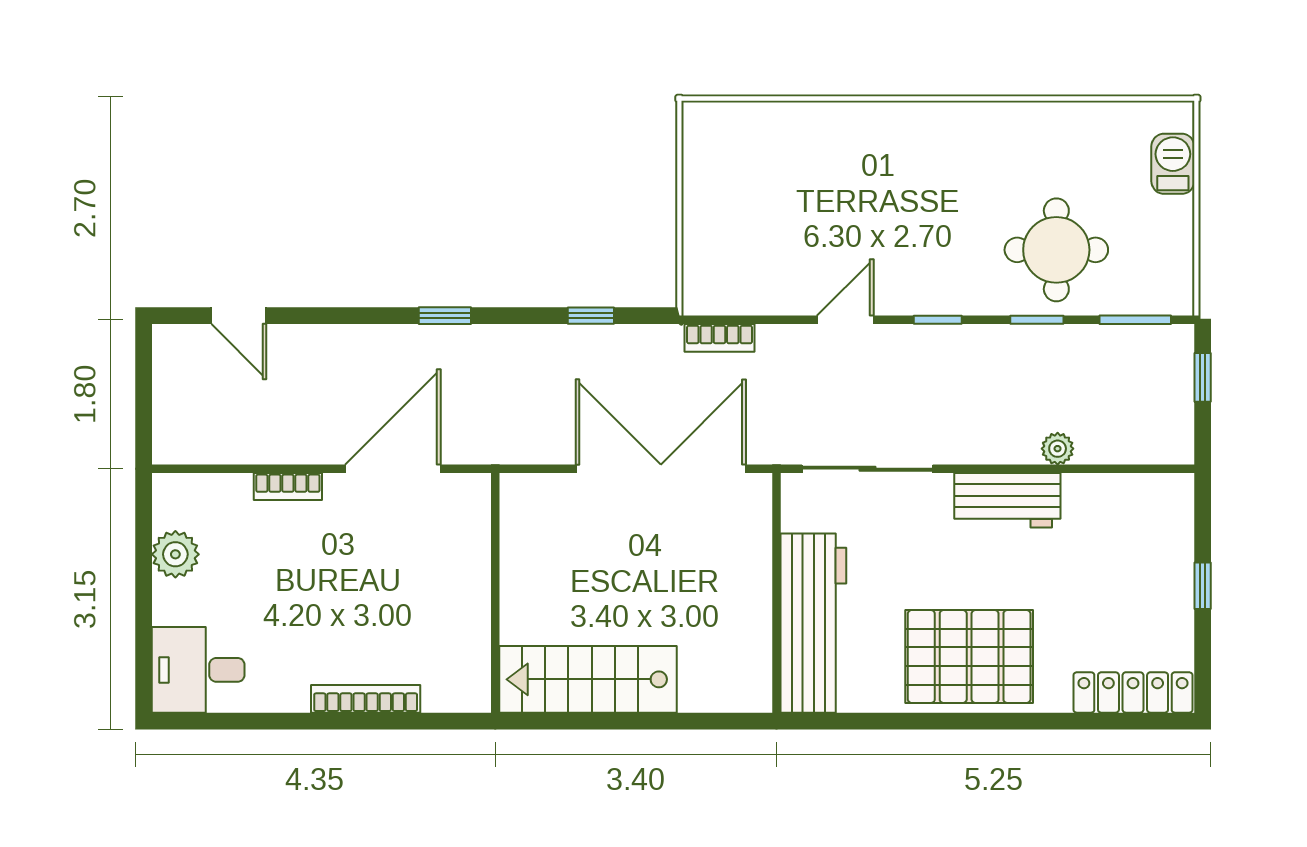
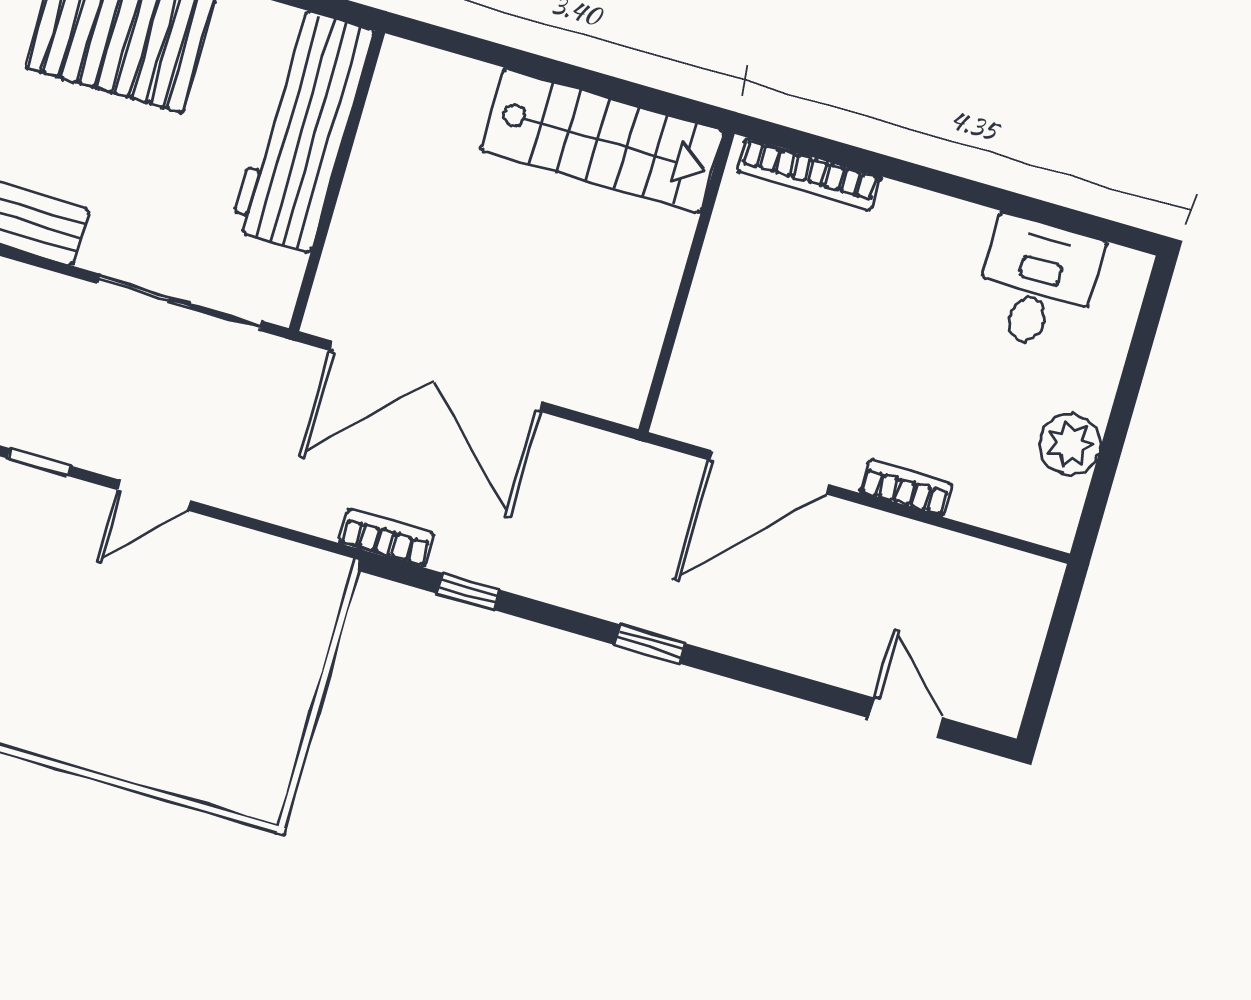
bookcase: (719, 338) -> (387, 538), moved
desk: (198, 670) -> (1037, 284), moved, turned -90
bookcase: (366, 699) -> (809, 174), moved

